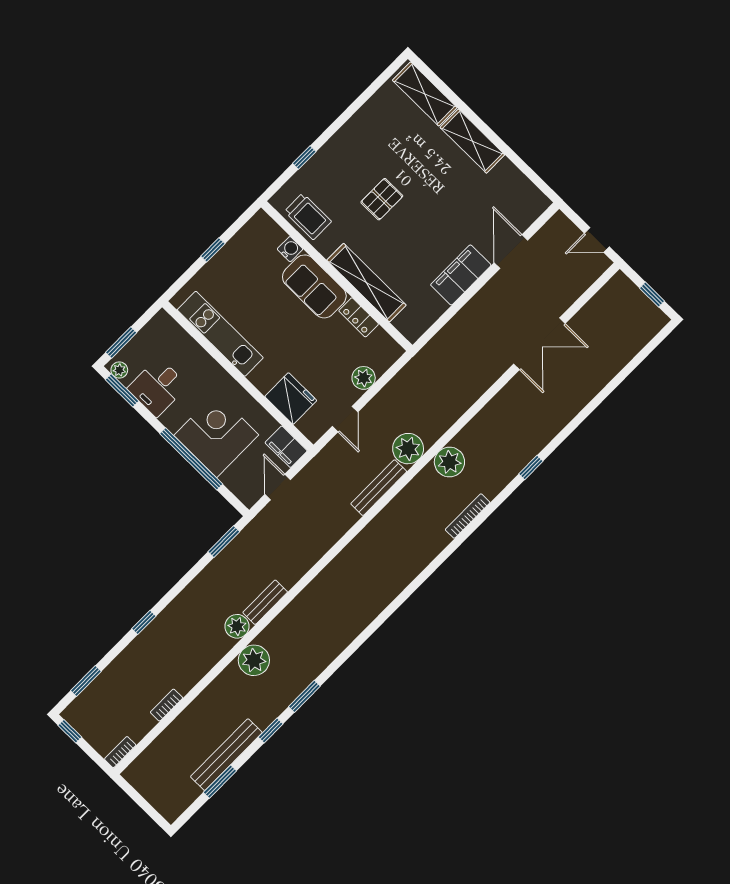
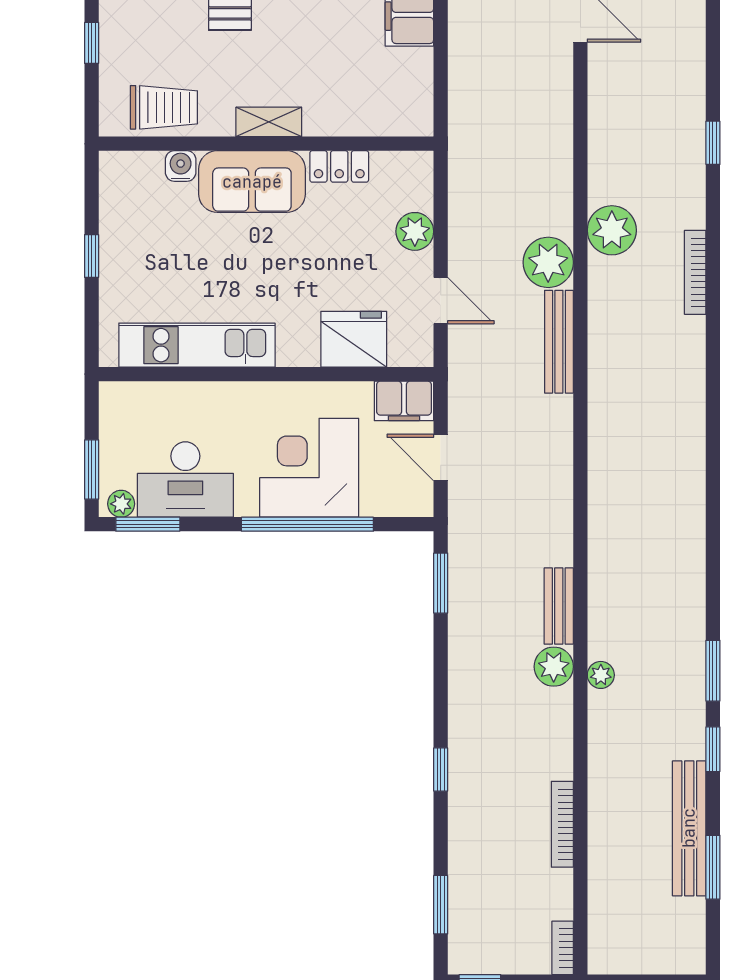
shelving: (366, 283) -> (269, 122), width x0.45, depth x0.75
desk: (158, 387) -> (185, 480), width x1.37
plant: (254, 660) -> (601, 675), width x0.53, depth x0.53
bookcase: (166, 705) -> (562, 824), width x1.56

